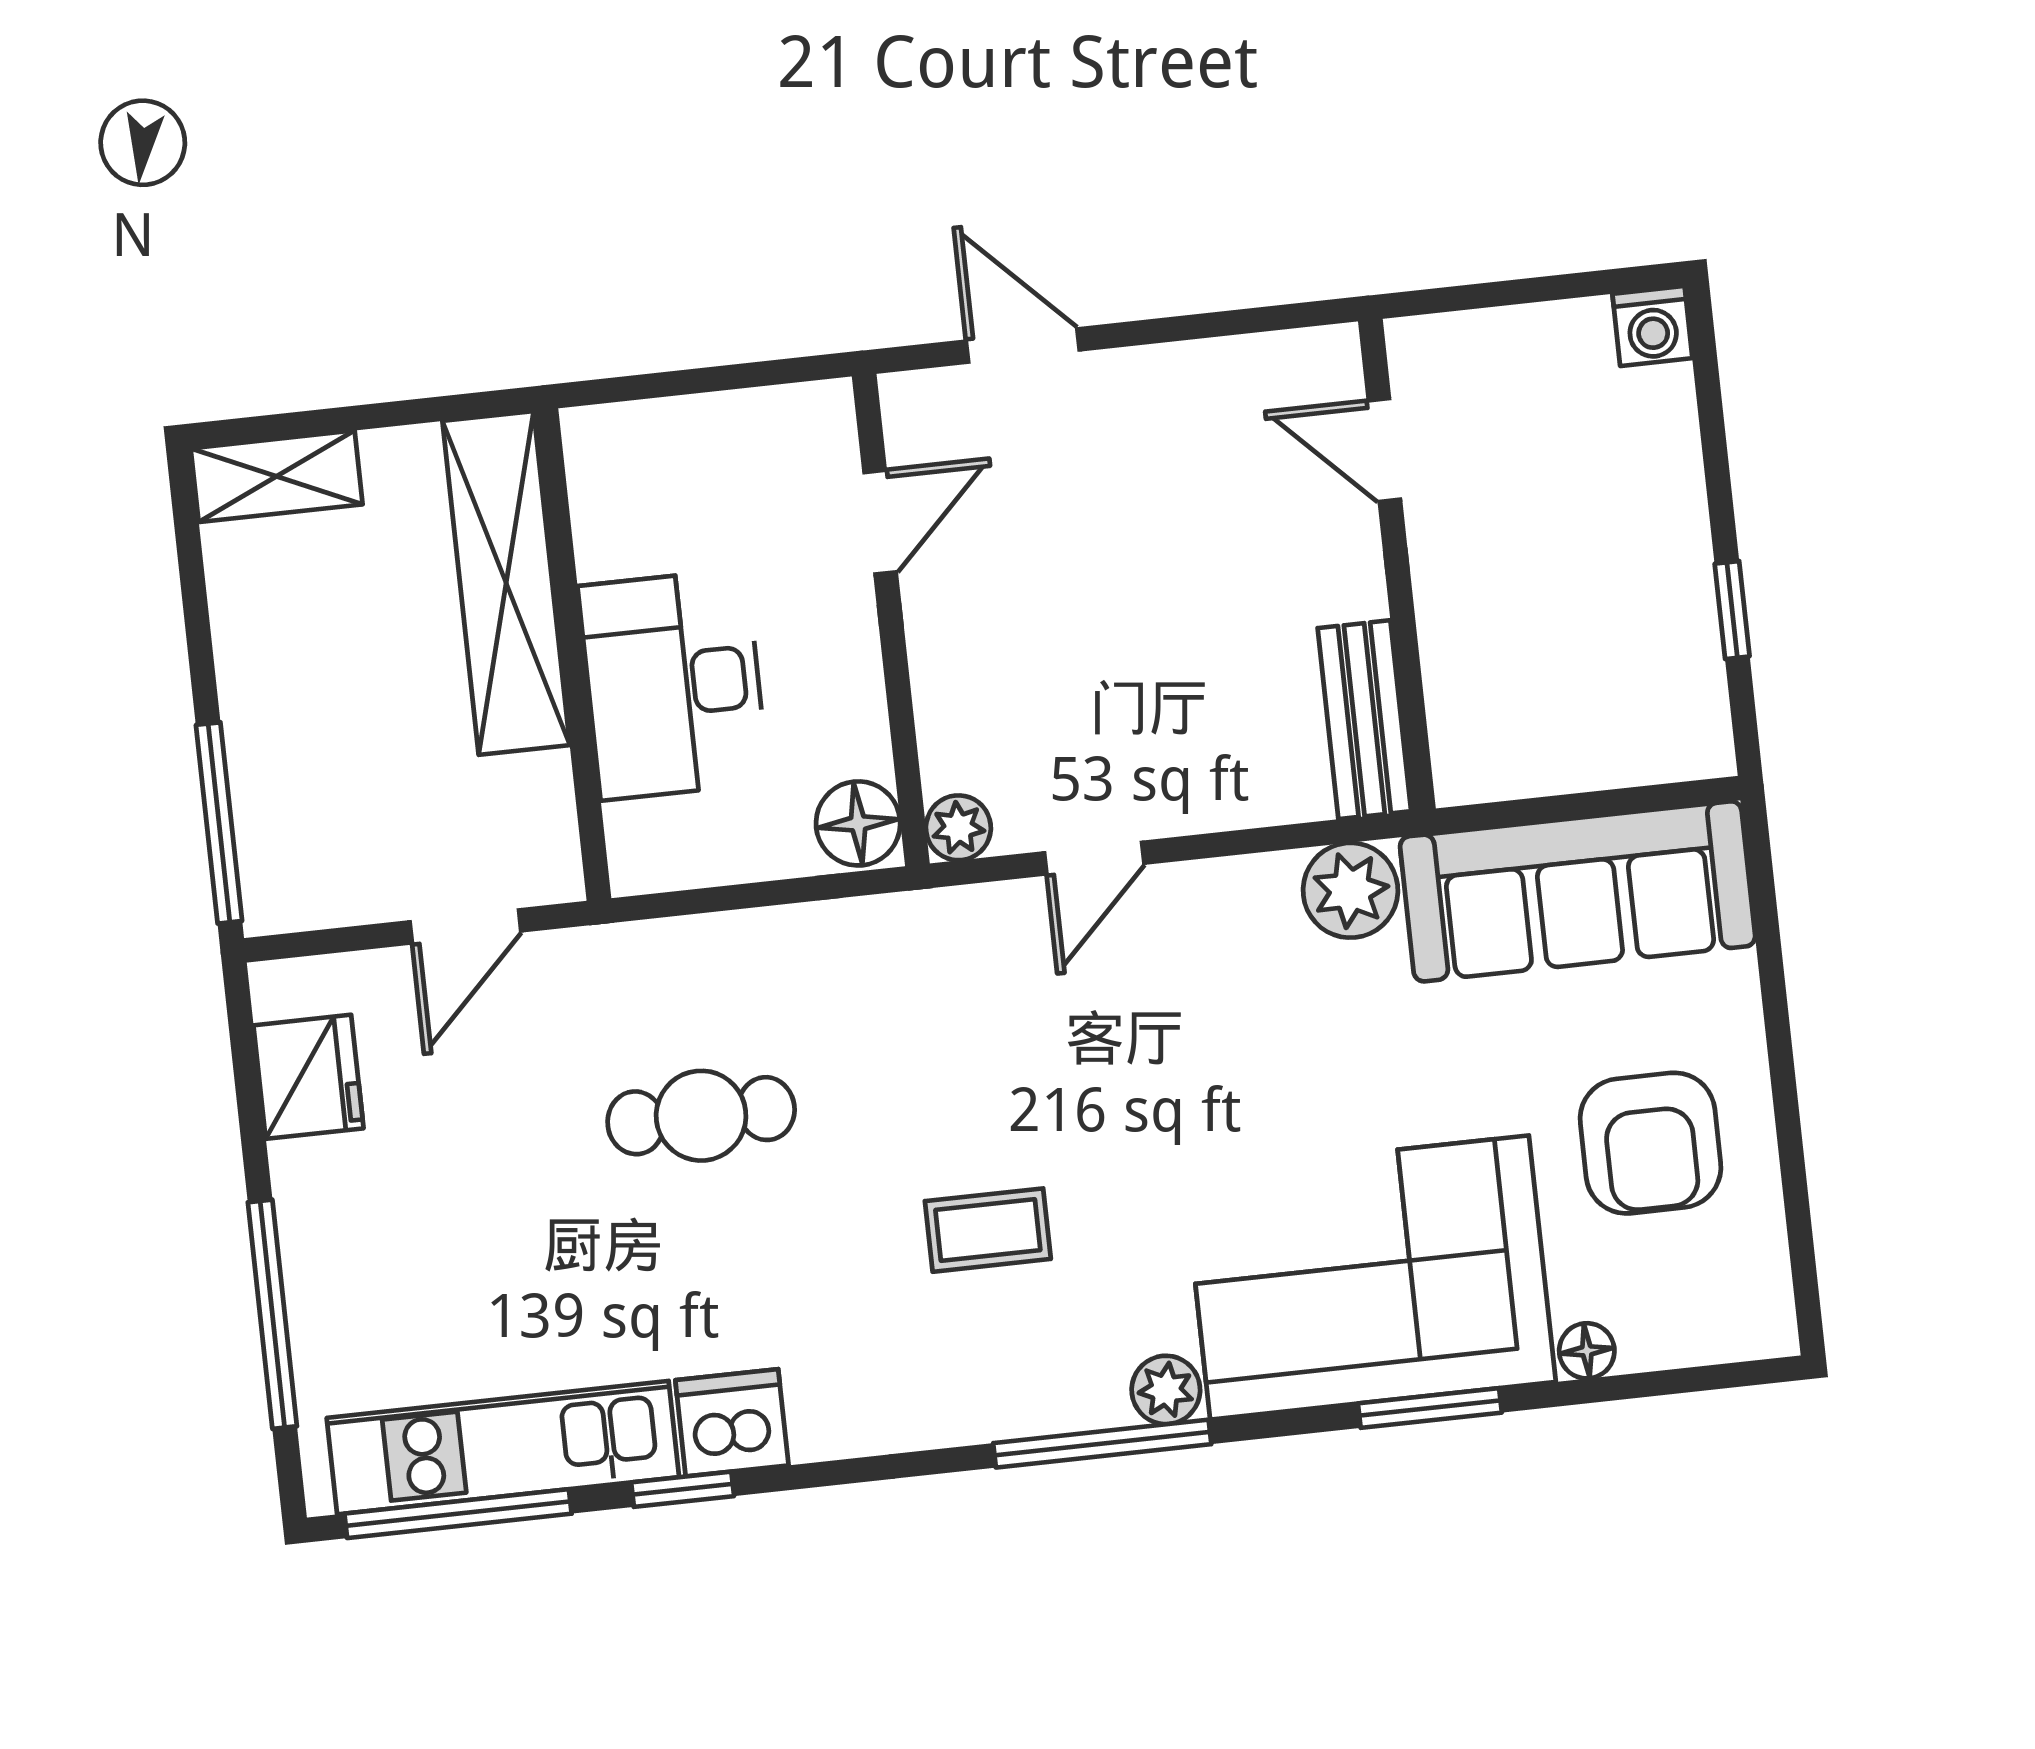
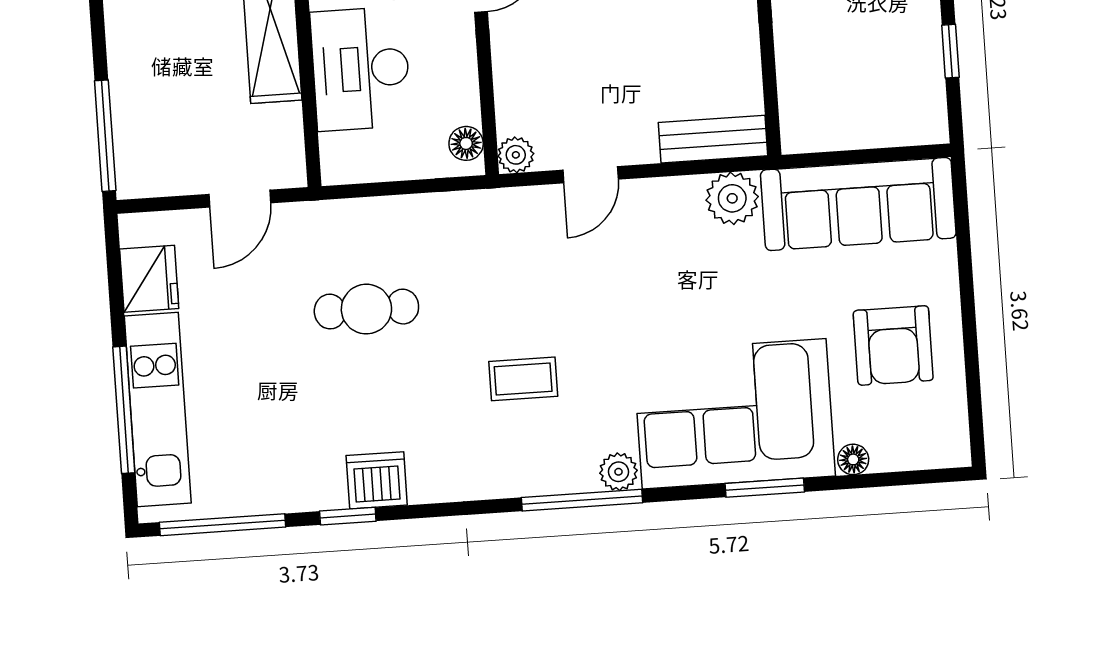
bench: (1364, 720) -> (713, 139), moved, turned 90
floor lamp: (858, 823) -> (466, 143), width x0.73, depth x0.73
kitchen unit: (503, 1448) -> (158, 410), moved, turned 90

